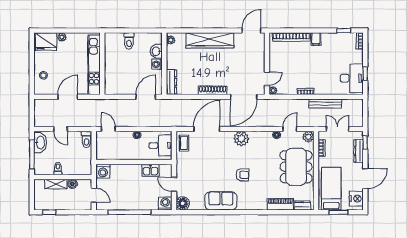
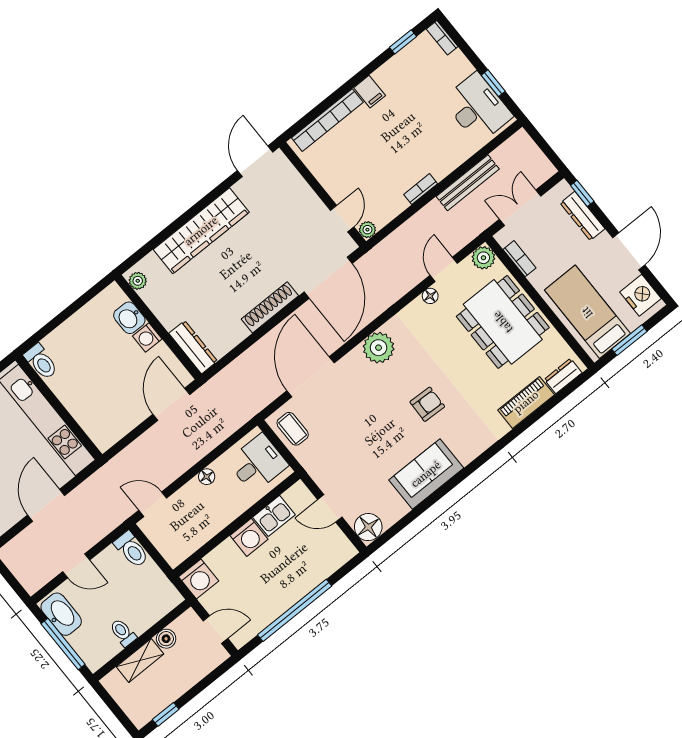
toilet: (129, 41) -> (41, 362), moved
washing machine: (165, 204) -> (249, 537), moved, turned 180

